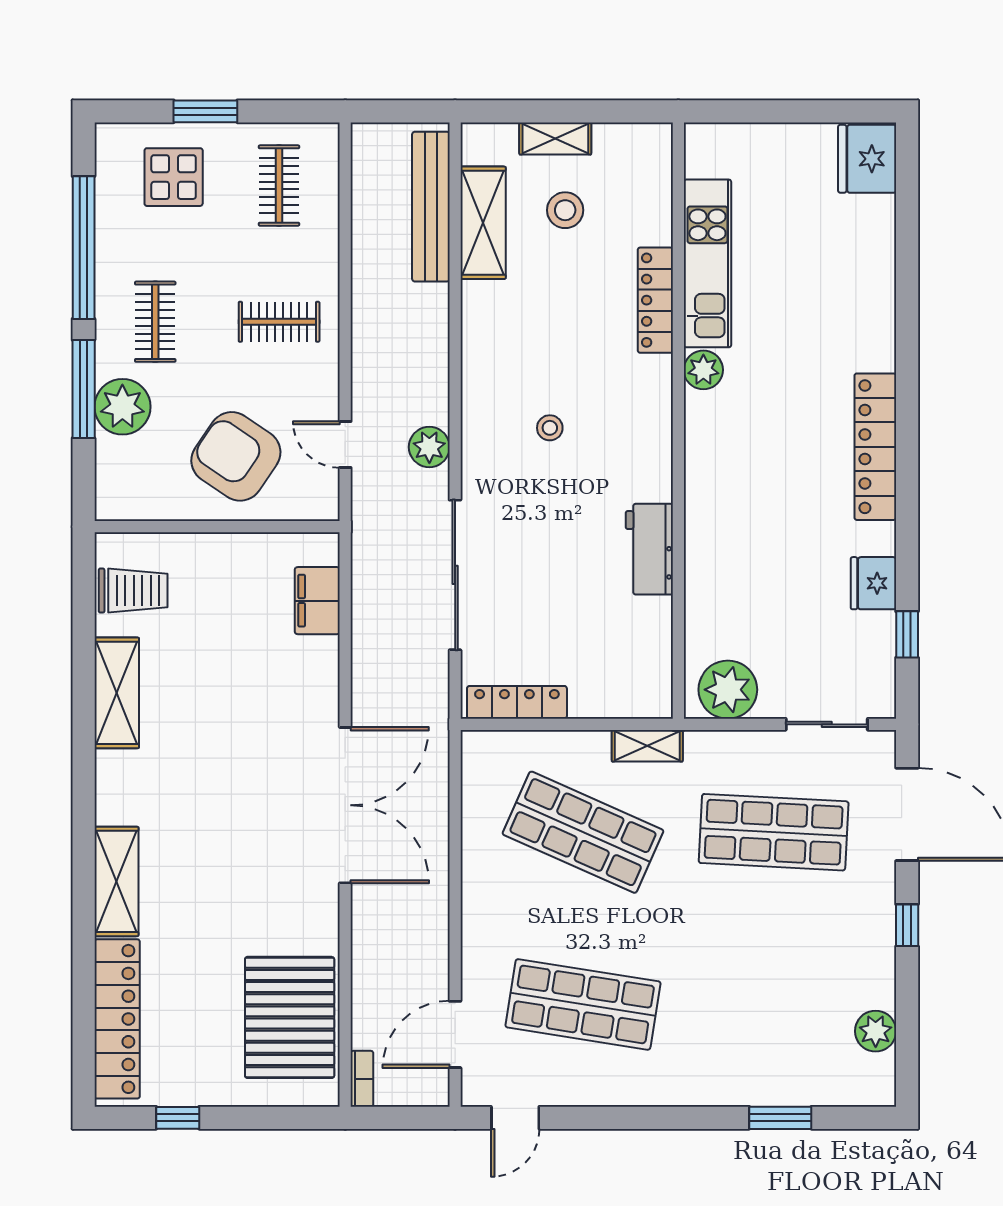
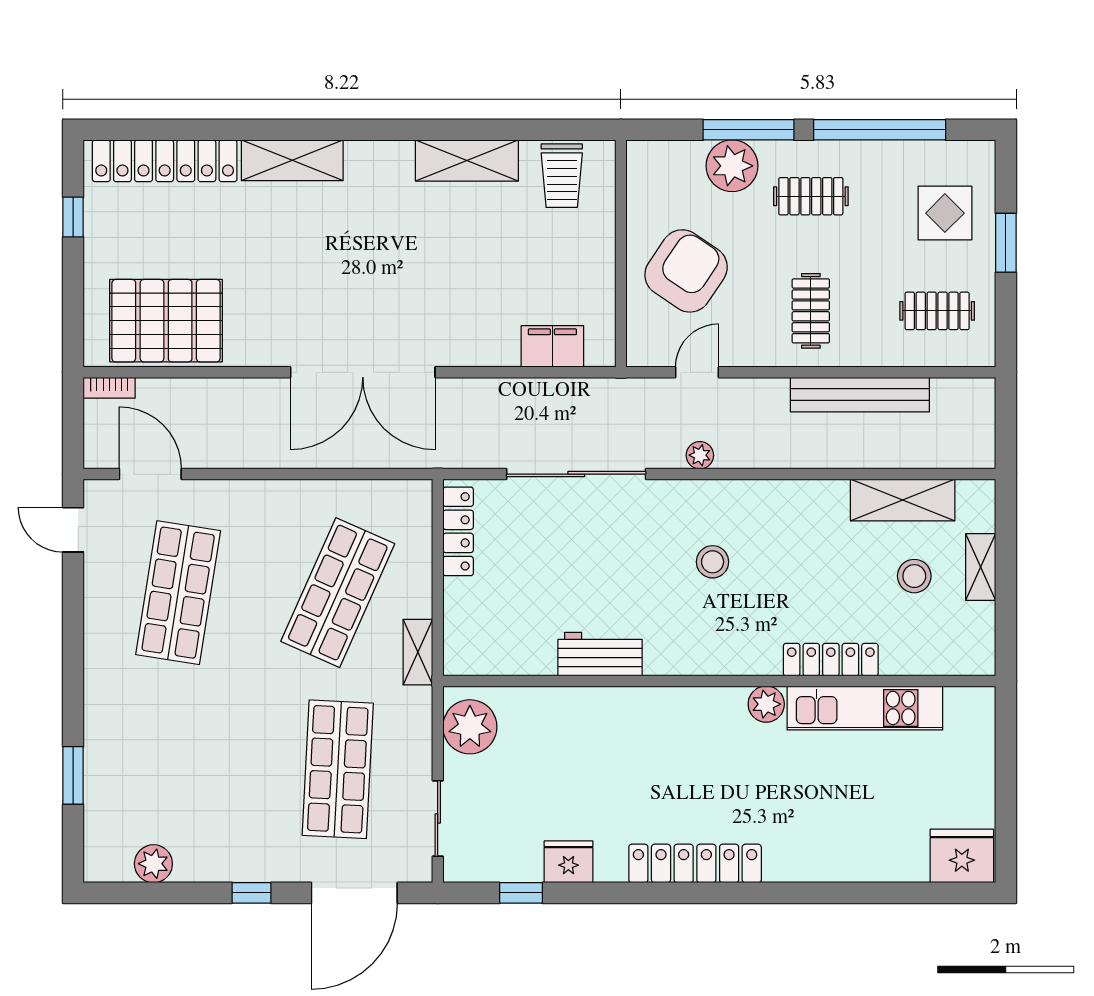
bench: (431, 207) -> (860, 395), moved
stool: (550, 428) -> (713, 562), width x1.37, depth x1.37
plant: (429, 447) -> (700, 455), width x0.73, depth x0.73

